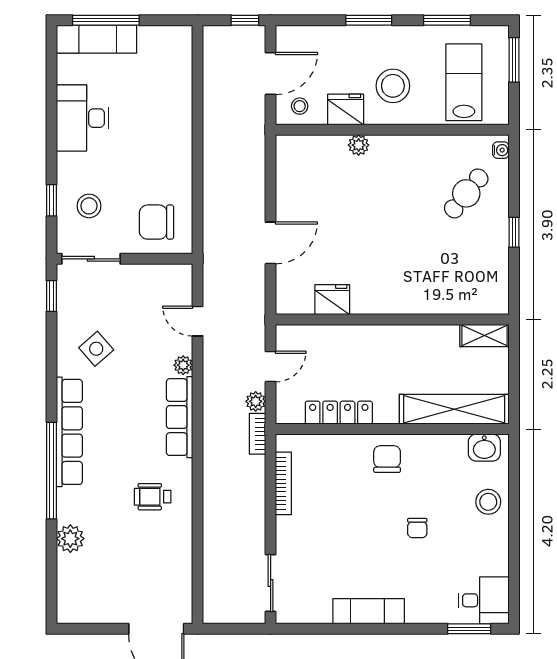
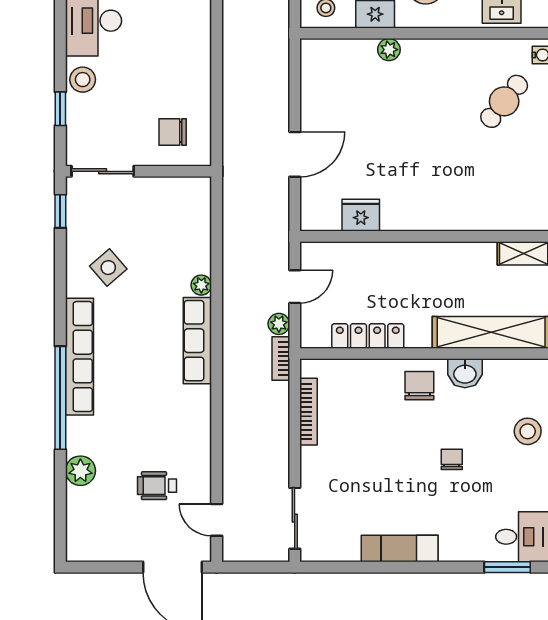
stool: (89, 206) -> (83, 80), moved
chair: (156, 222) -> (173, 132), width x0.73, depth x0.73
door: (198, 321) -> (217, 520), moved
washbasin: (484, 448) -> (465, 373), moved
wheelchair: (153, 497) -> (157, 486), moved
chair: (417, 528) -> (452, 459), turned 180

